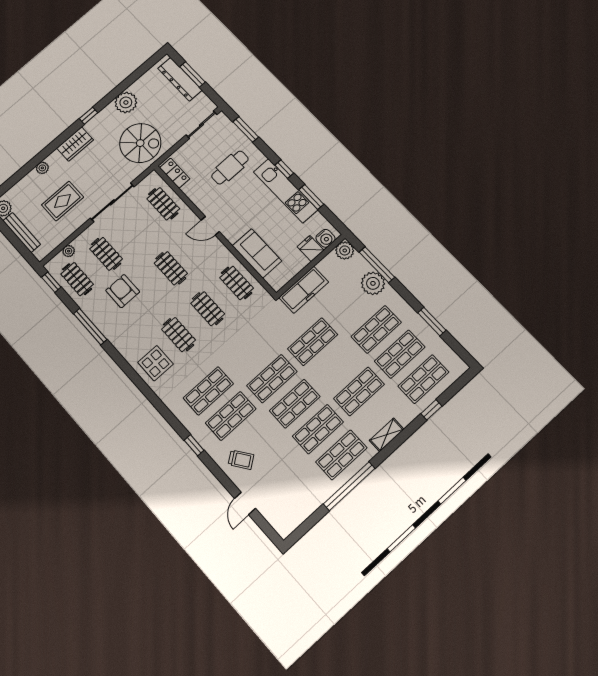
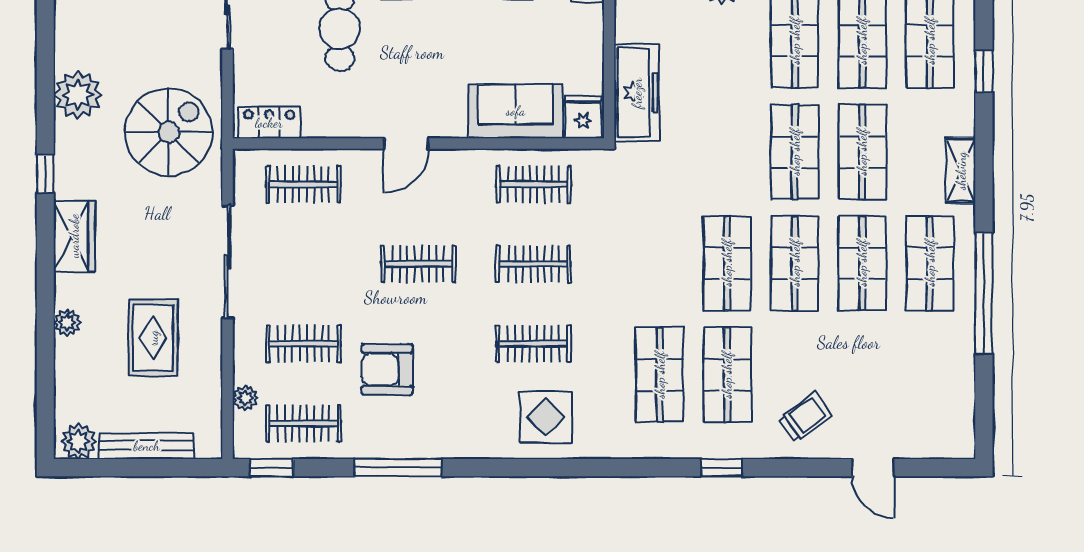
fridge: (311, 248) -> (583, 117), moved, turned 90
shop shelf: (313, 342) -> (795, 152), moved

